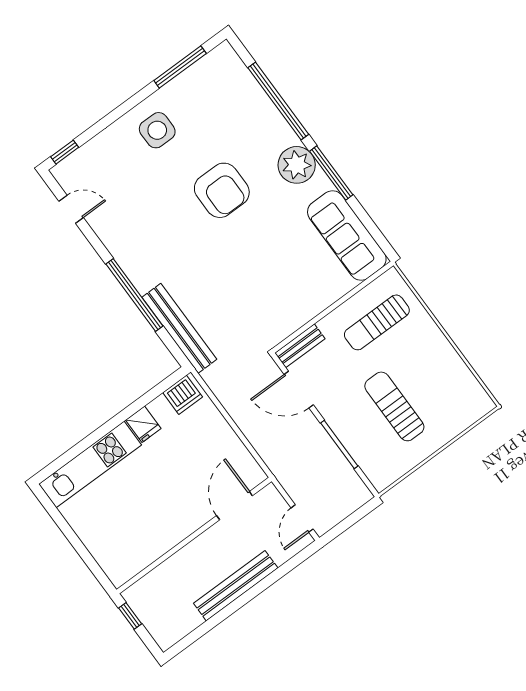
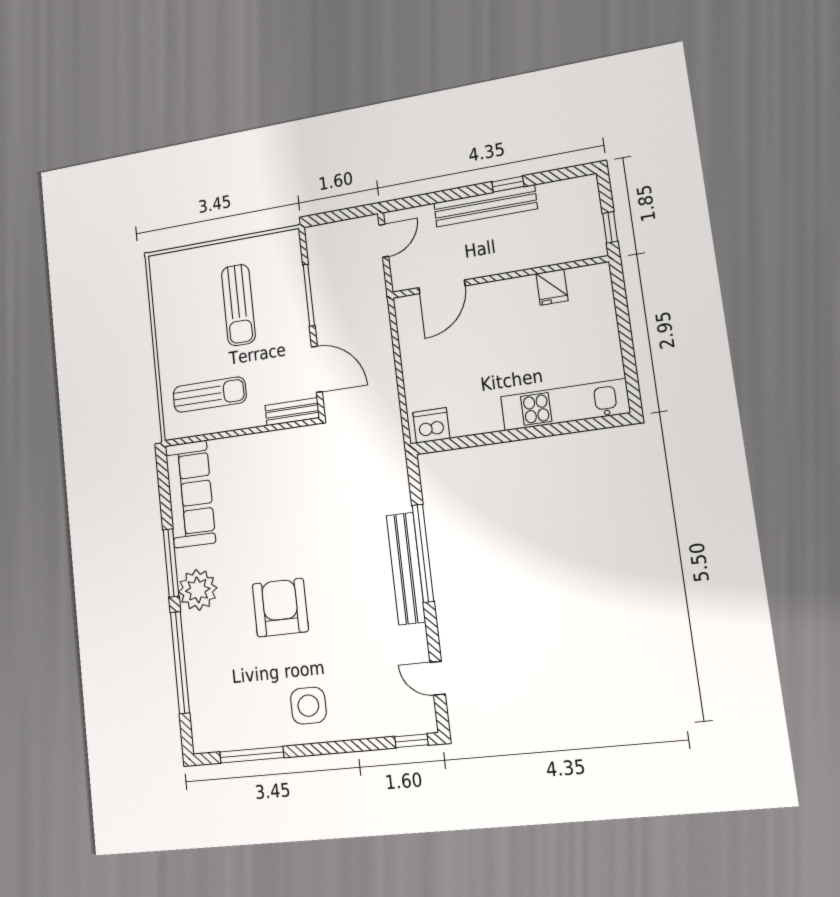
bench: (179, 328) -> (406, 569), moved
fridge: (143, 424) -> (552, 287), moved, turned 180
window: (227, 611) -> (508, 184), added

